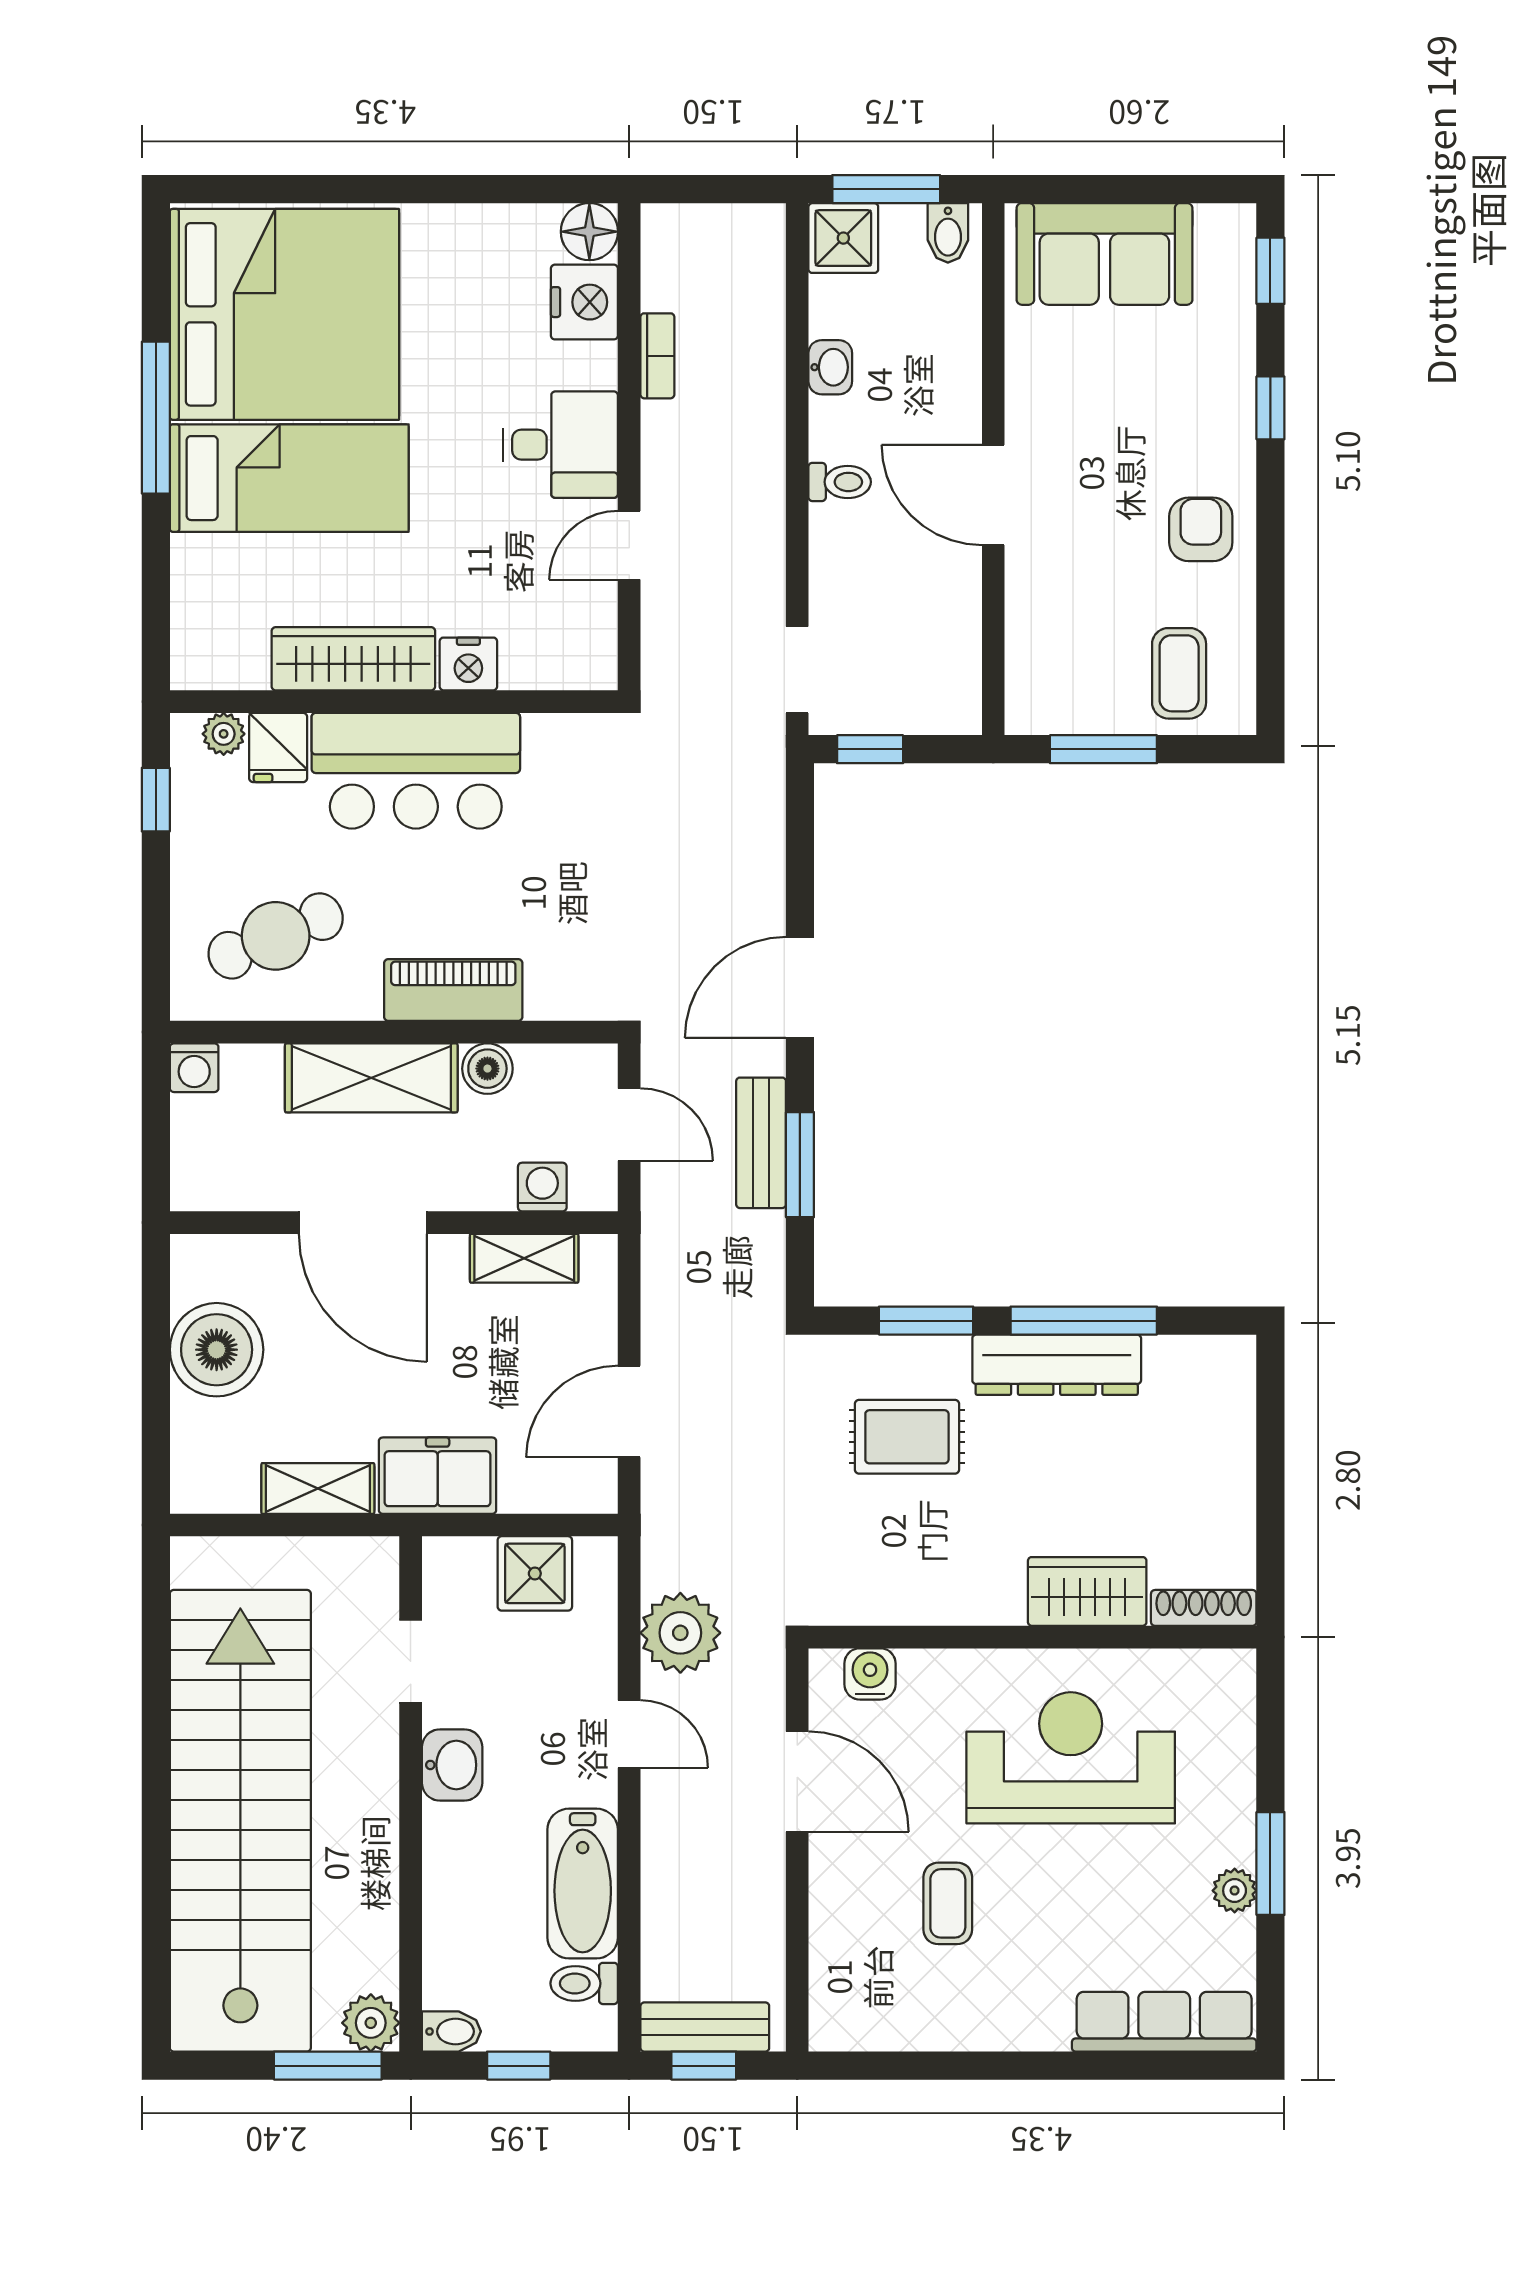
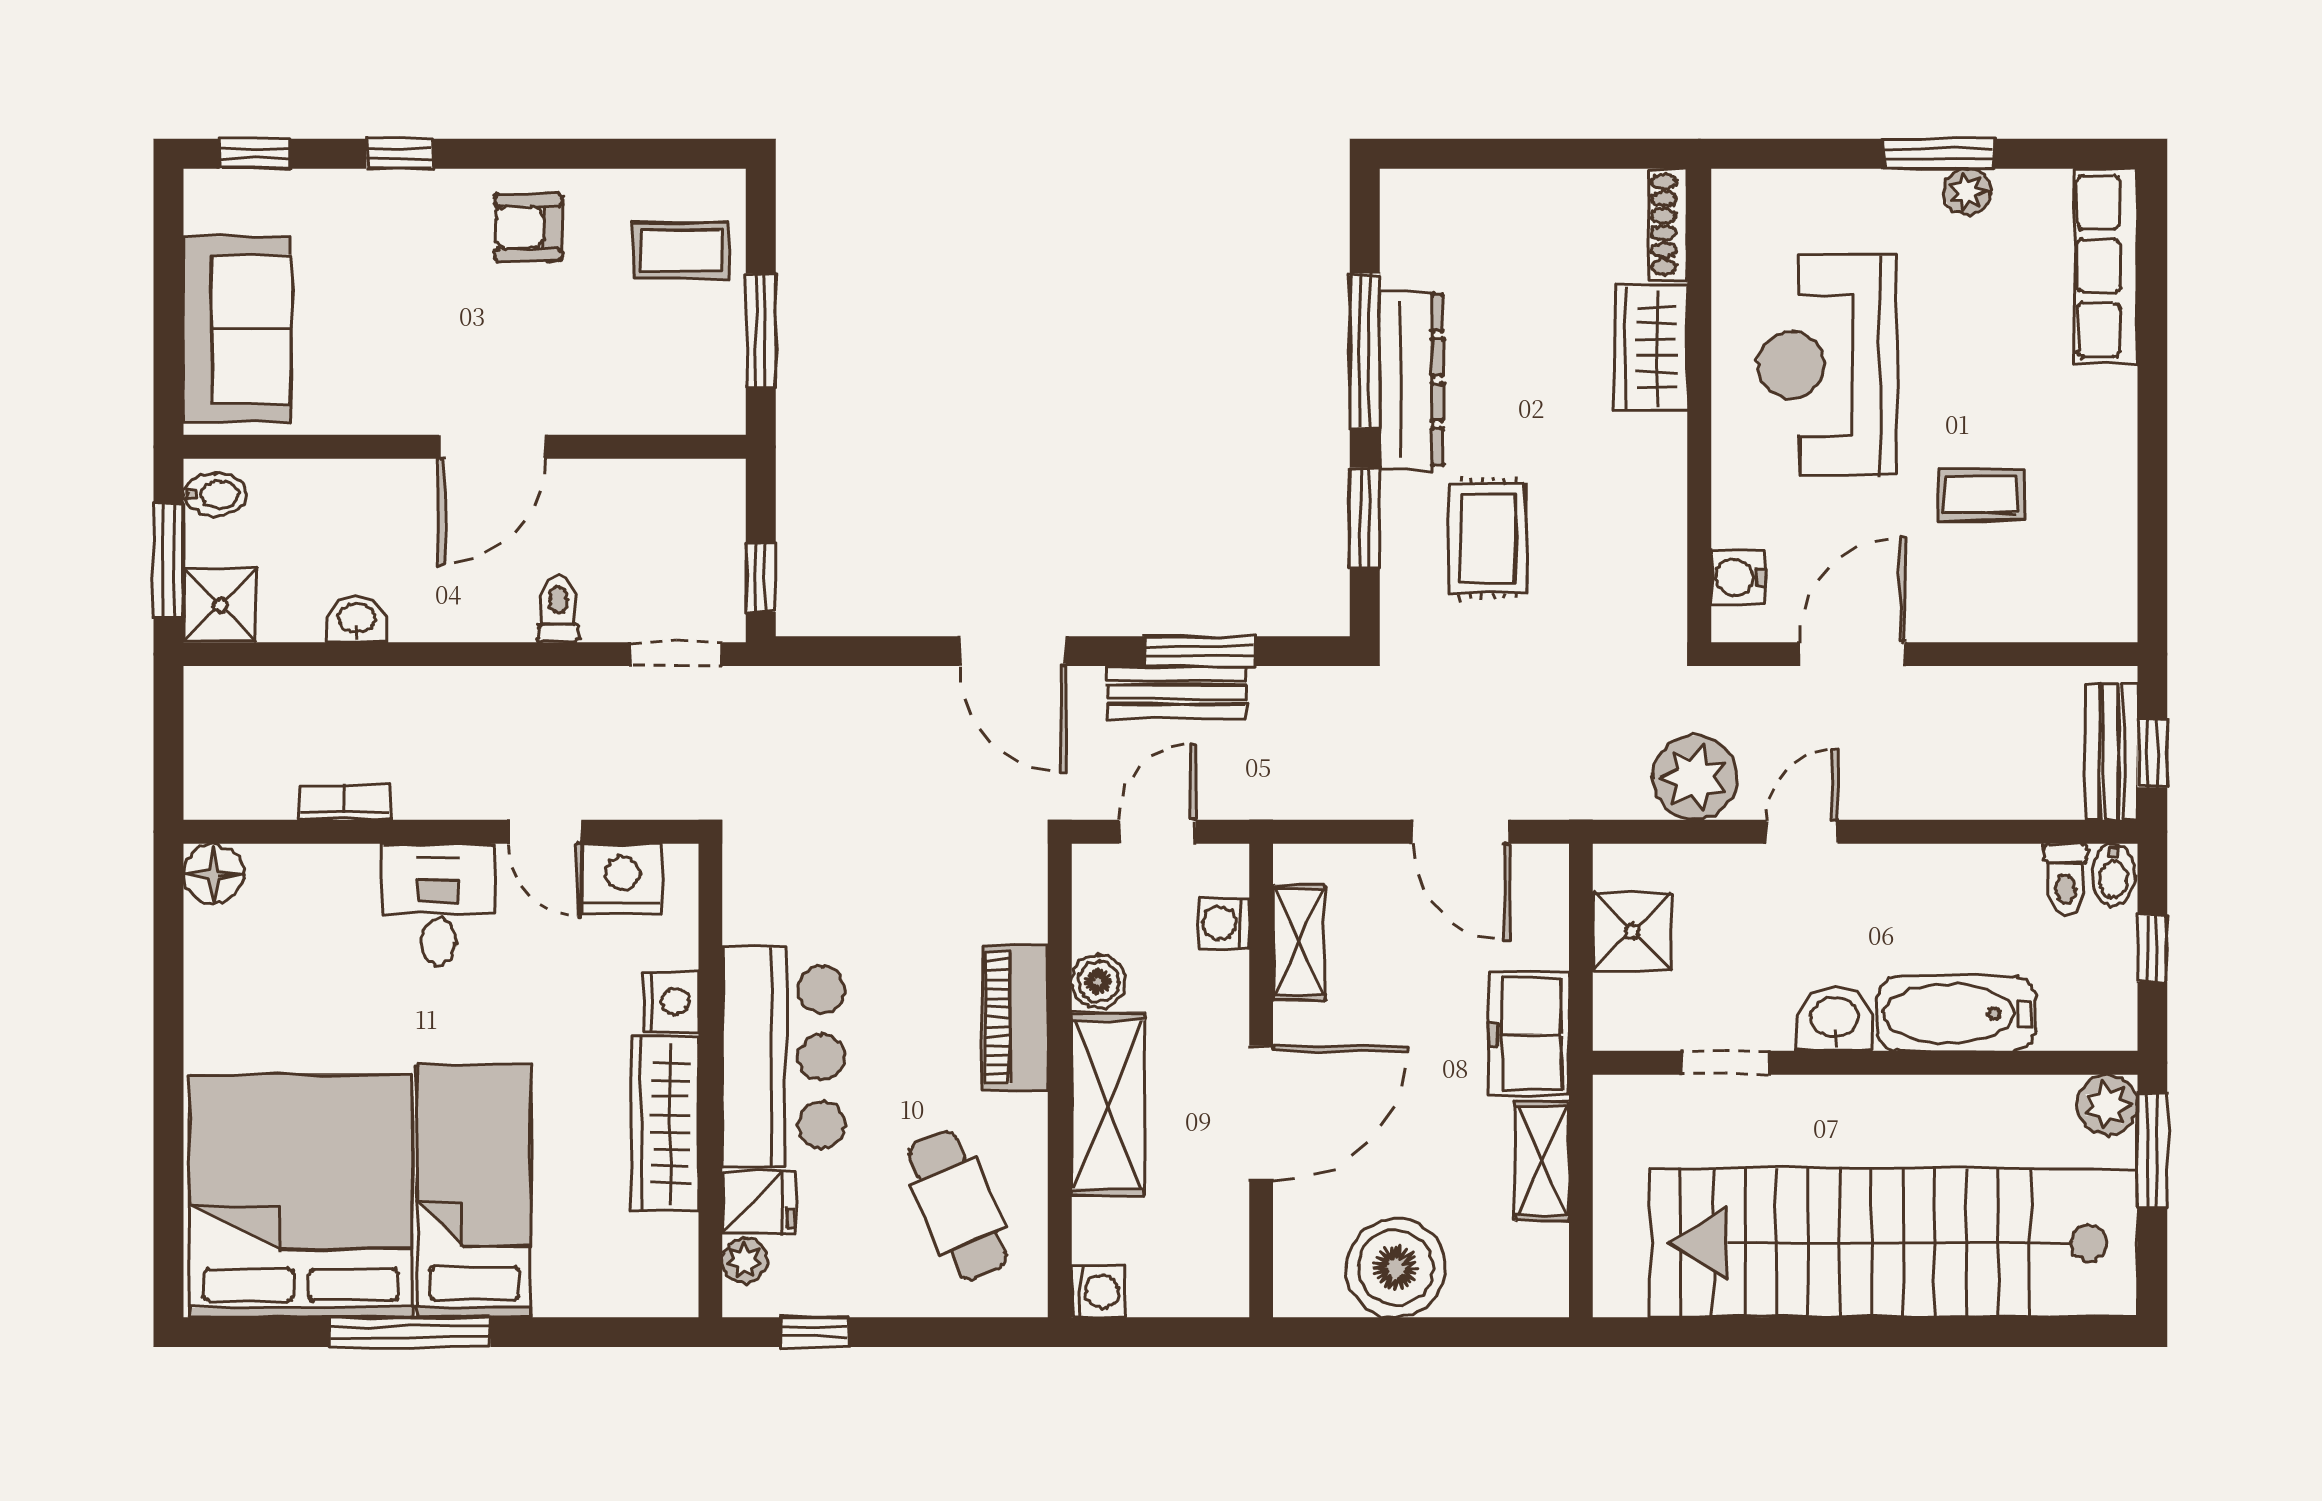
nightstand: (584, 302) -> (622, 879), moved
toilet: (840, 482) -> (558, 609), moved
bathtub: (583, 1884) -> (1956, 1014), moved, turned 180
bidet: (451, 2031) -> (2113, 875), moved, turned 180

